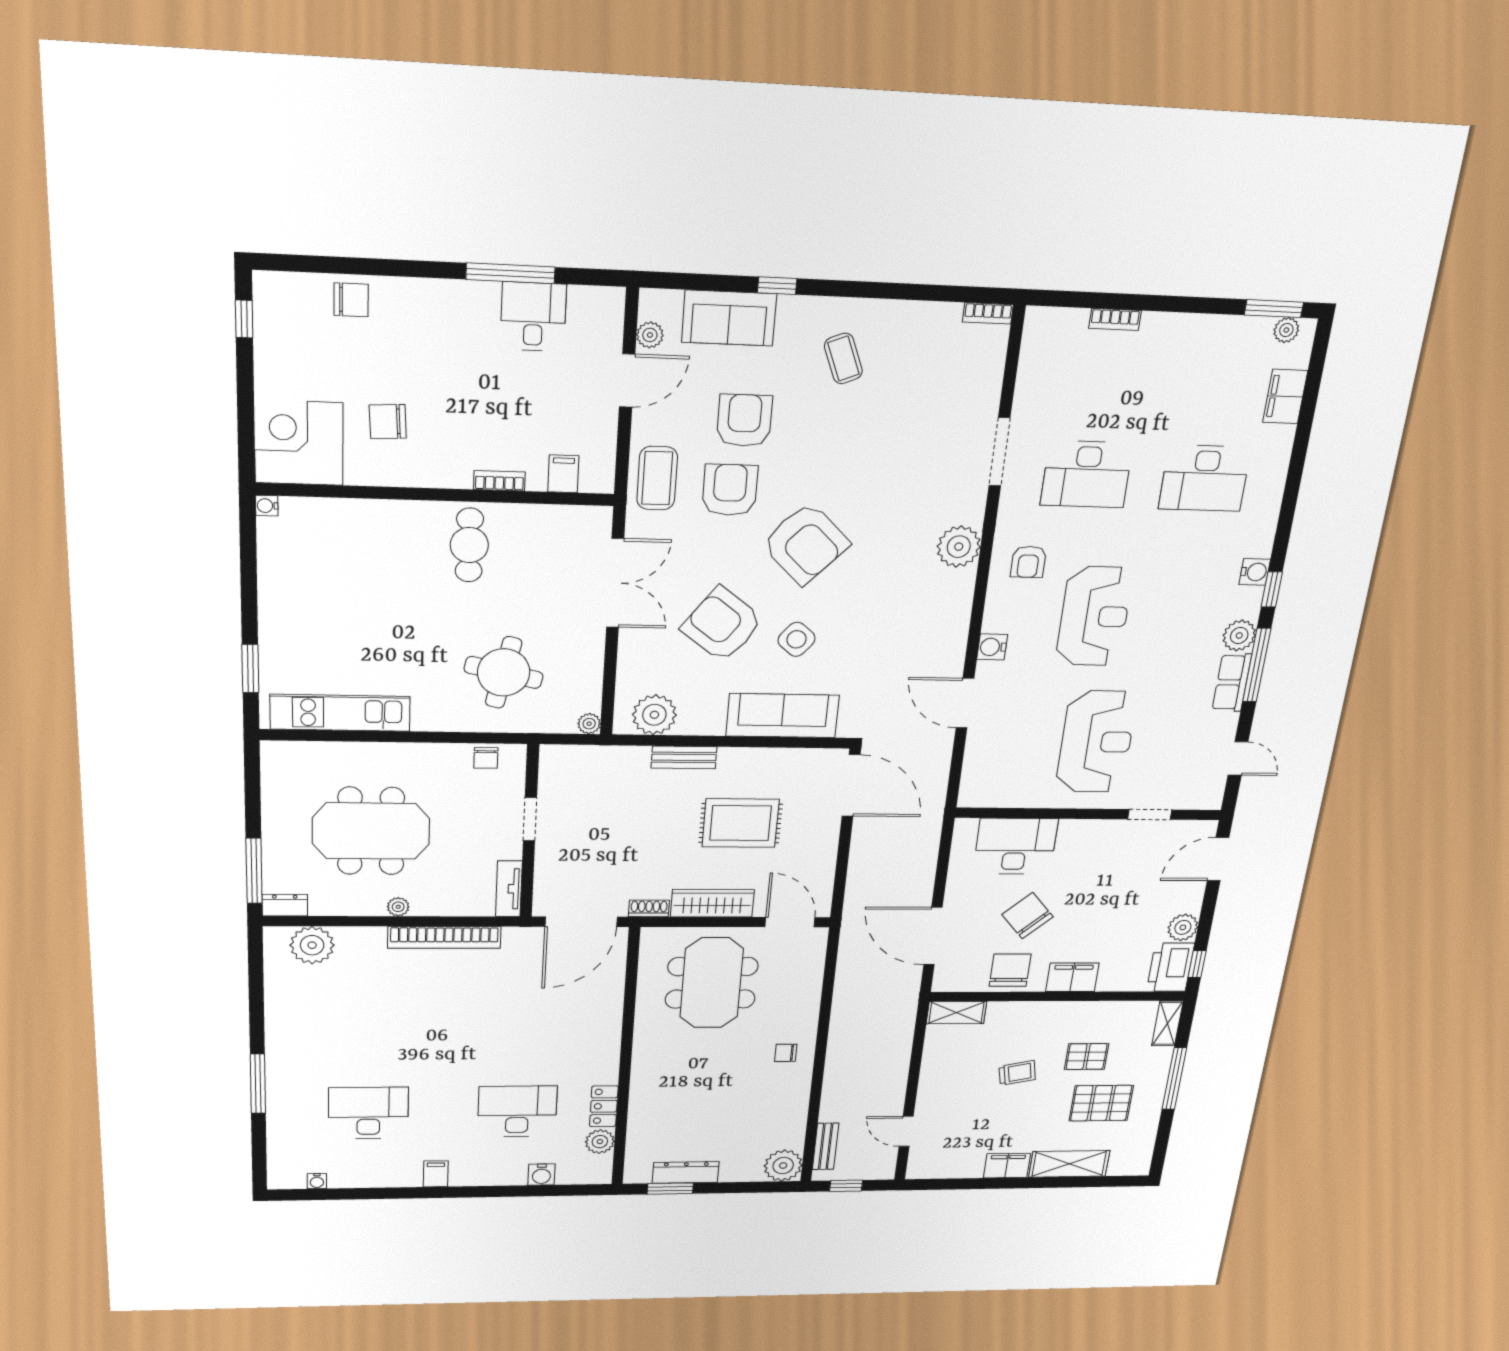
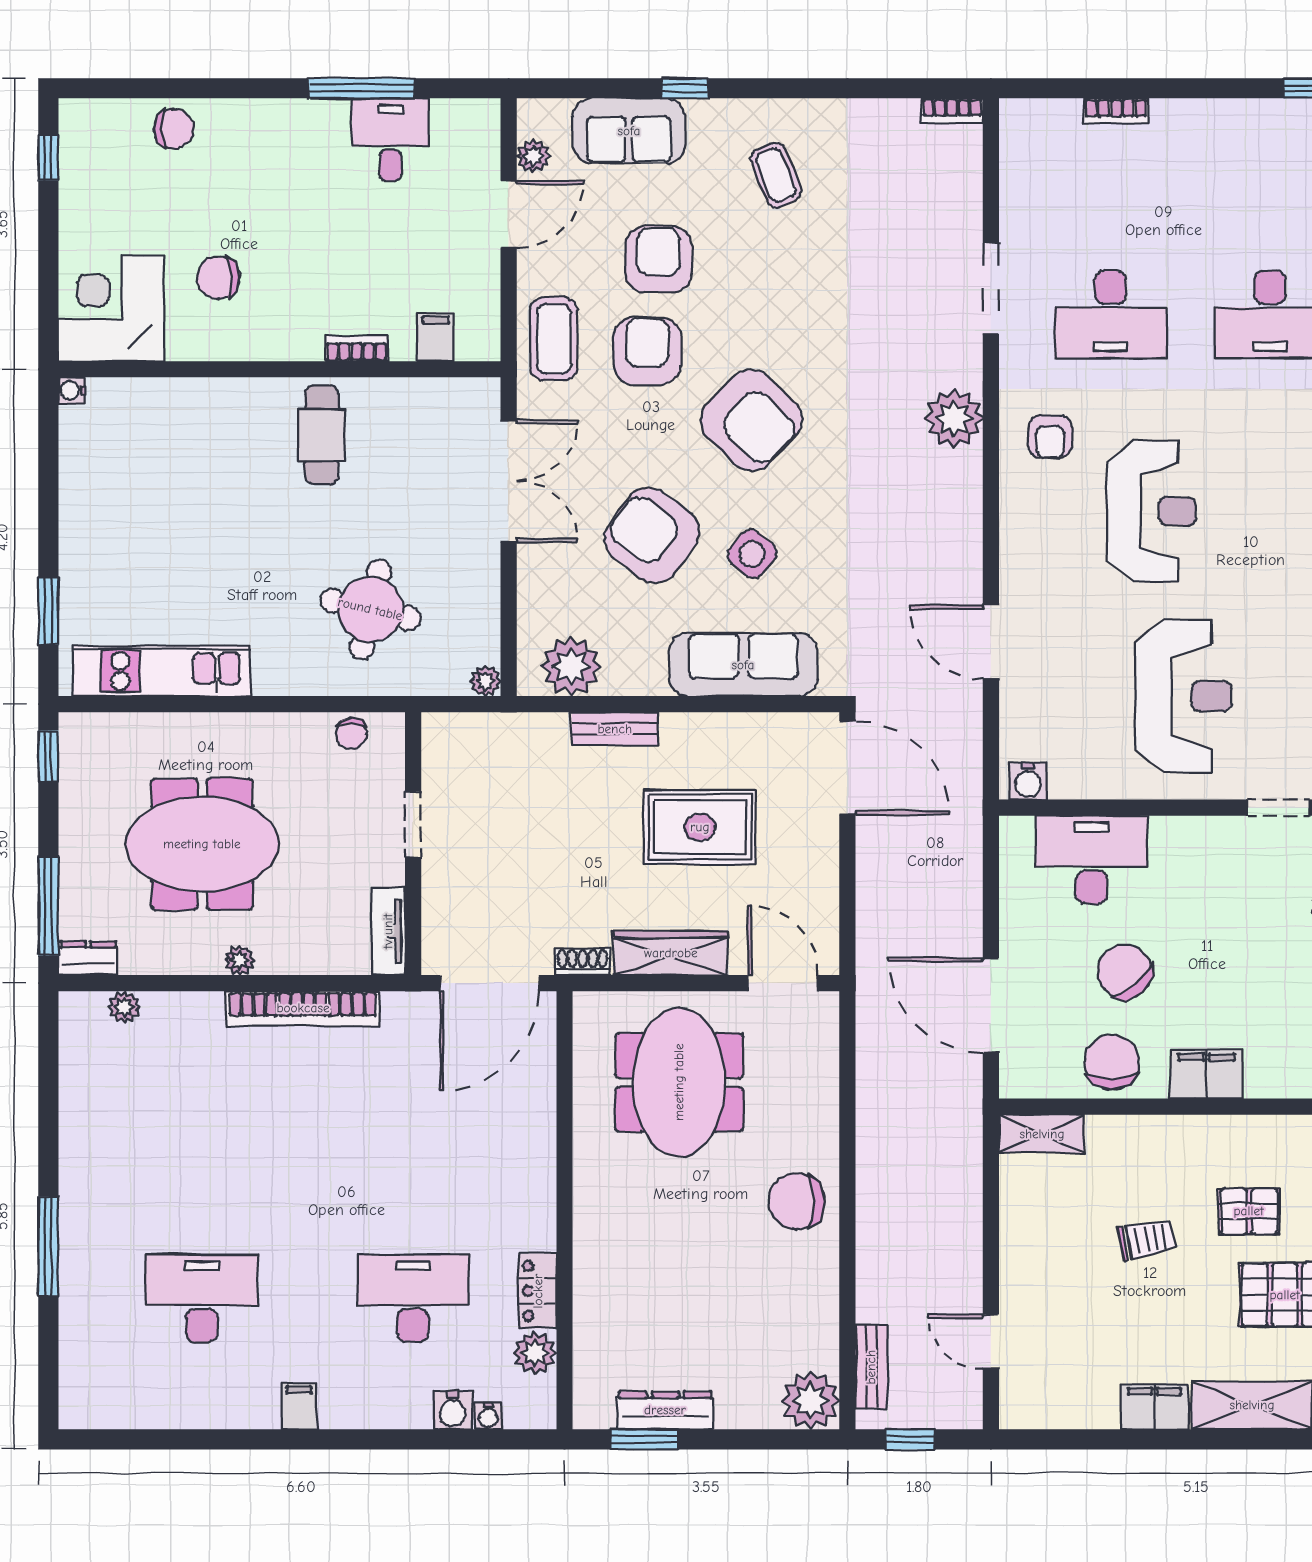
water cooler: (992, 647) -> (1028, 781), moved, turned -90
window: (252, 771) -> (48, 756), added
plant: (312, 945) -> (124, 1007), width x0.53, depth x0.53
chair: (786, 1053) -> (796, 1201), width x1.87, depth x1.87
water cooler: (317, 1181) -> (488, 1416), moved

